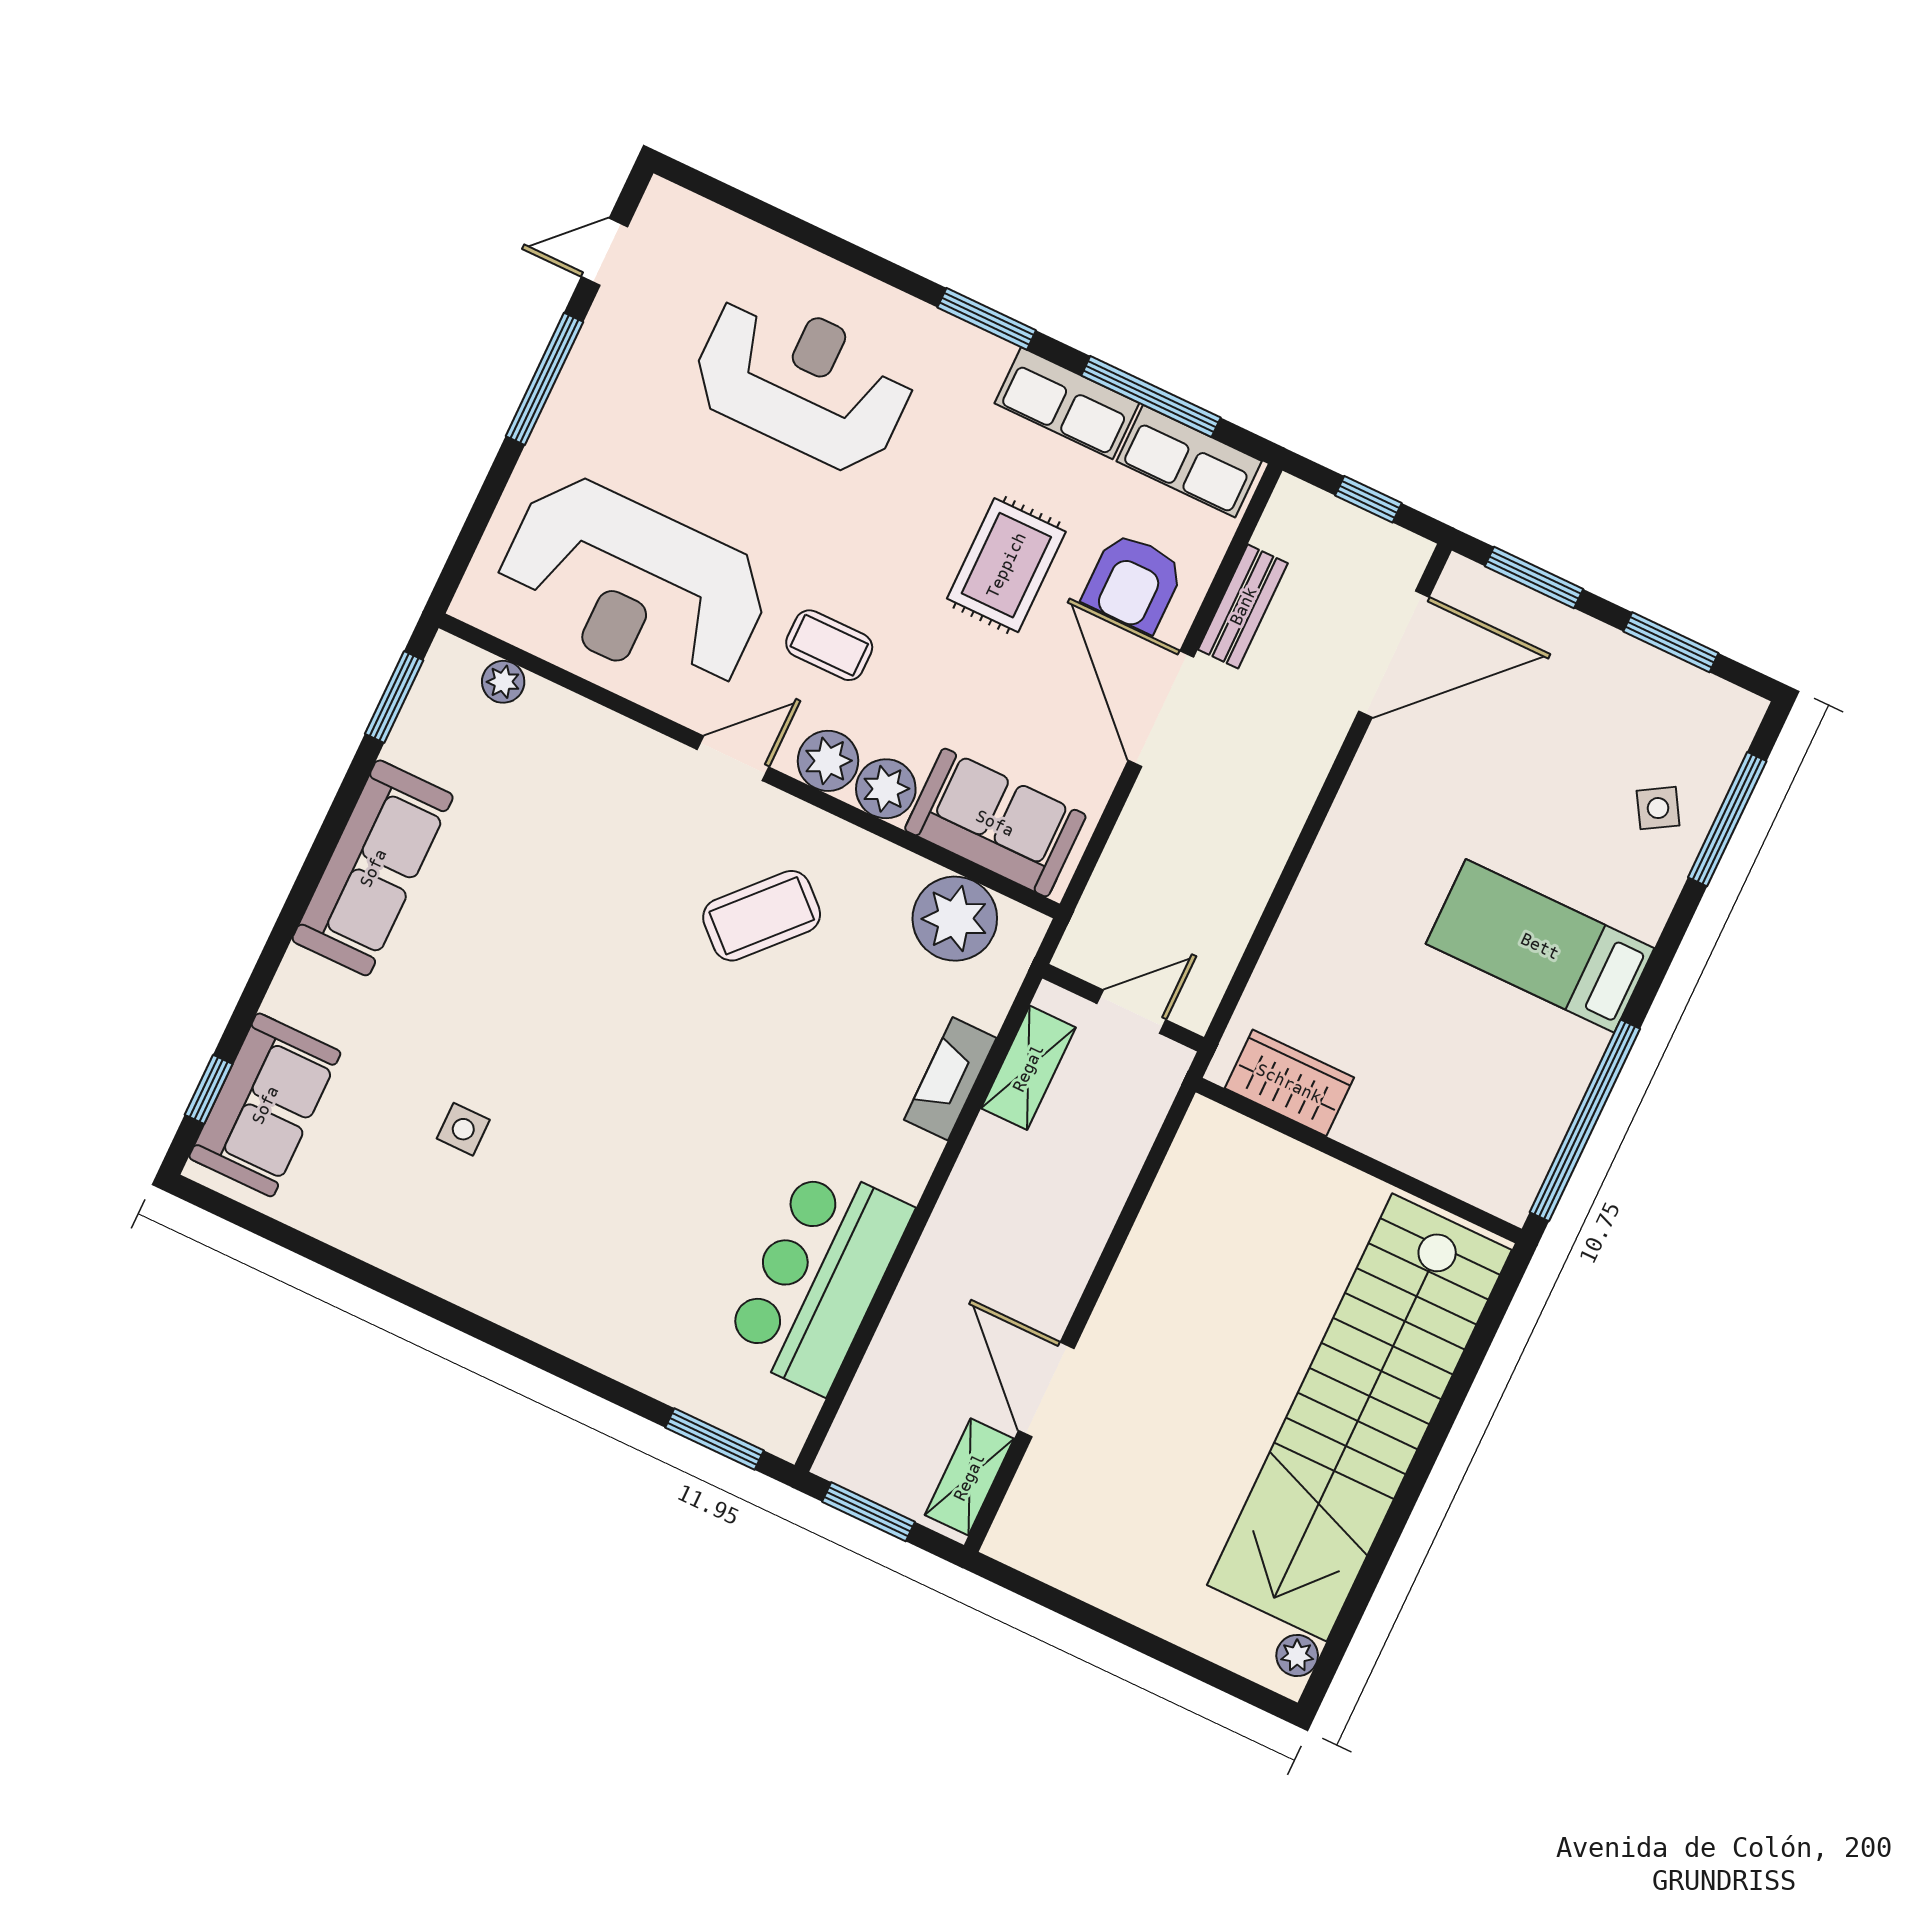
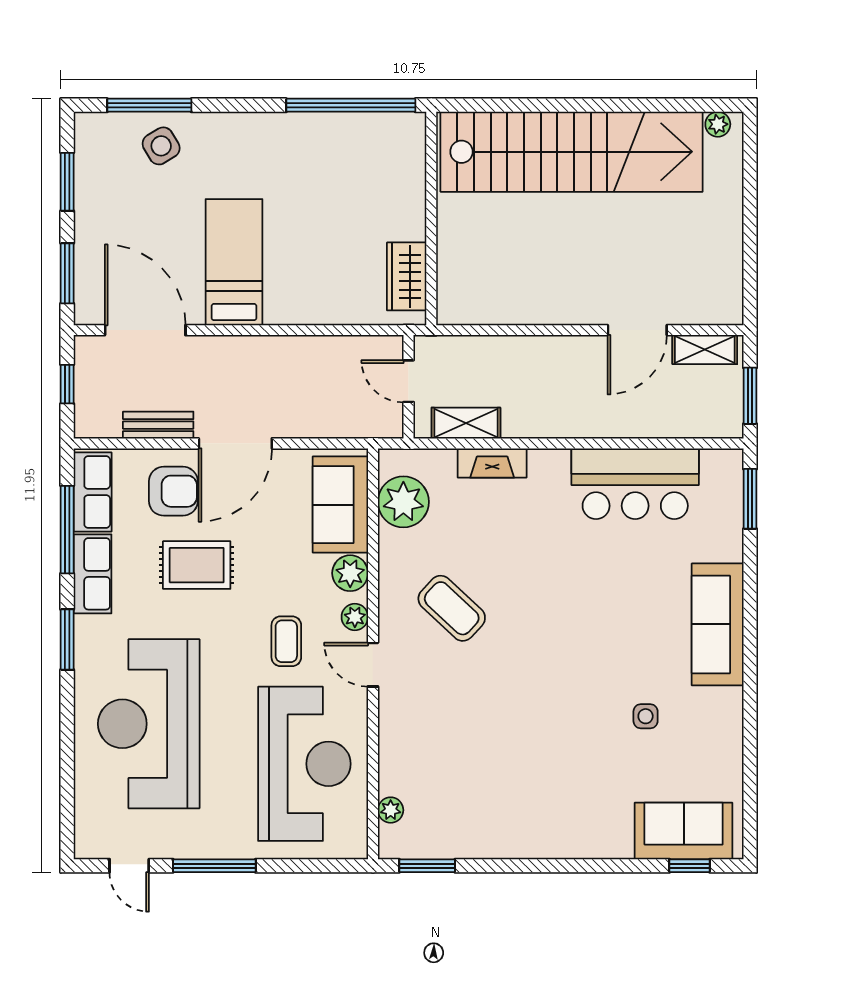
reception desk: (803, 381) -> (149, 724), width x1.36, depth x1.30
plant: (828, 761) -> (355, 617), width x0.73, depth x0.73
side table: (1658, 808) -> (161, 146), width x1.37, depth x1.37
sofa: (373, 868) -> (718, 624), moved, turned -90
bed: (1540, 946) -> (234, 262), moved, turned 180

